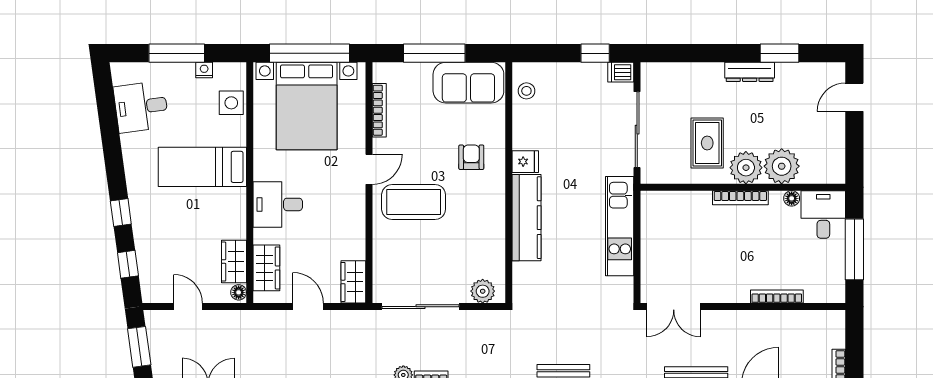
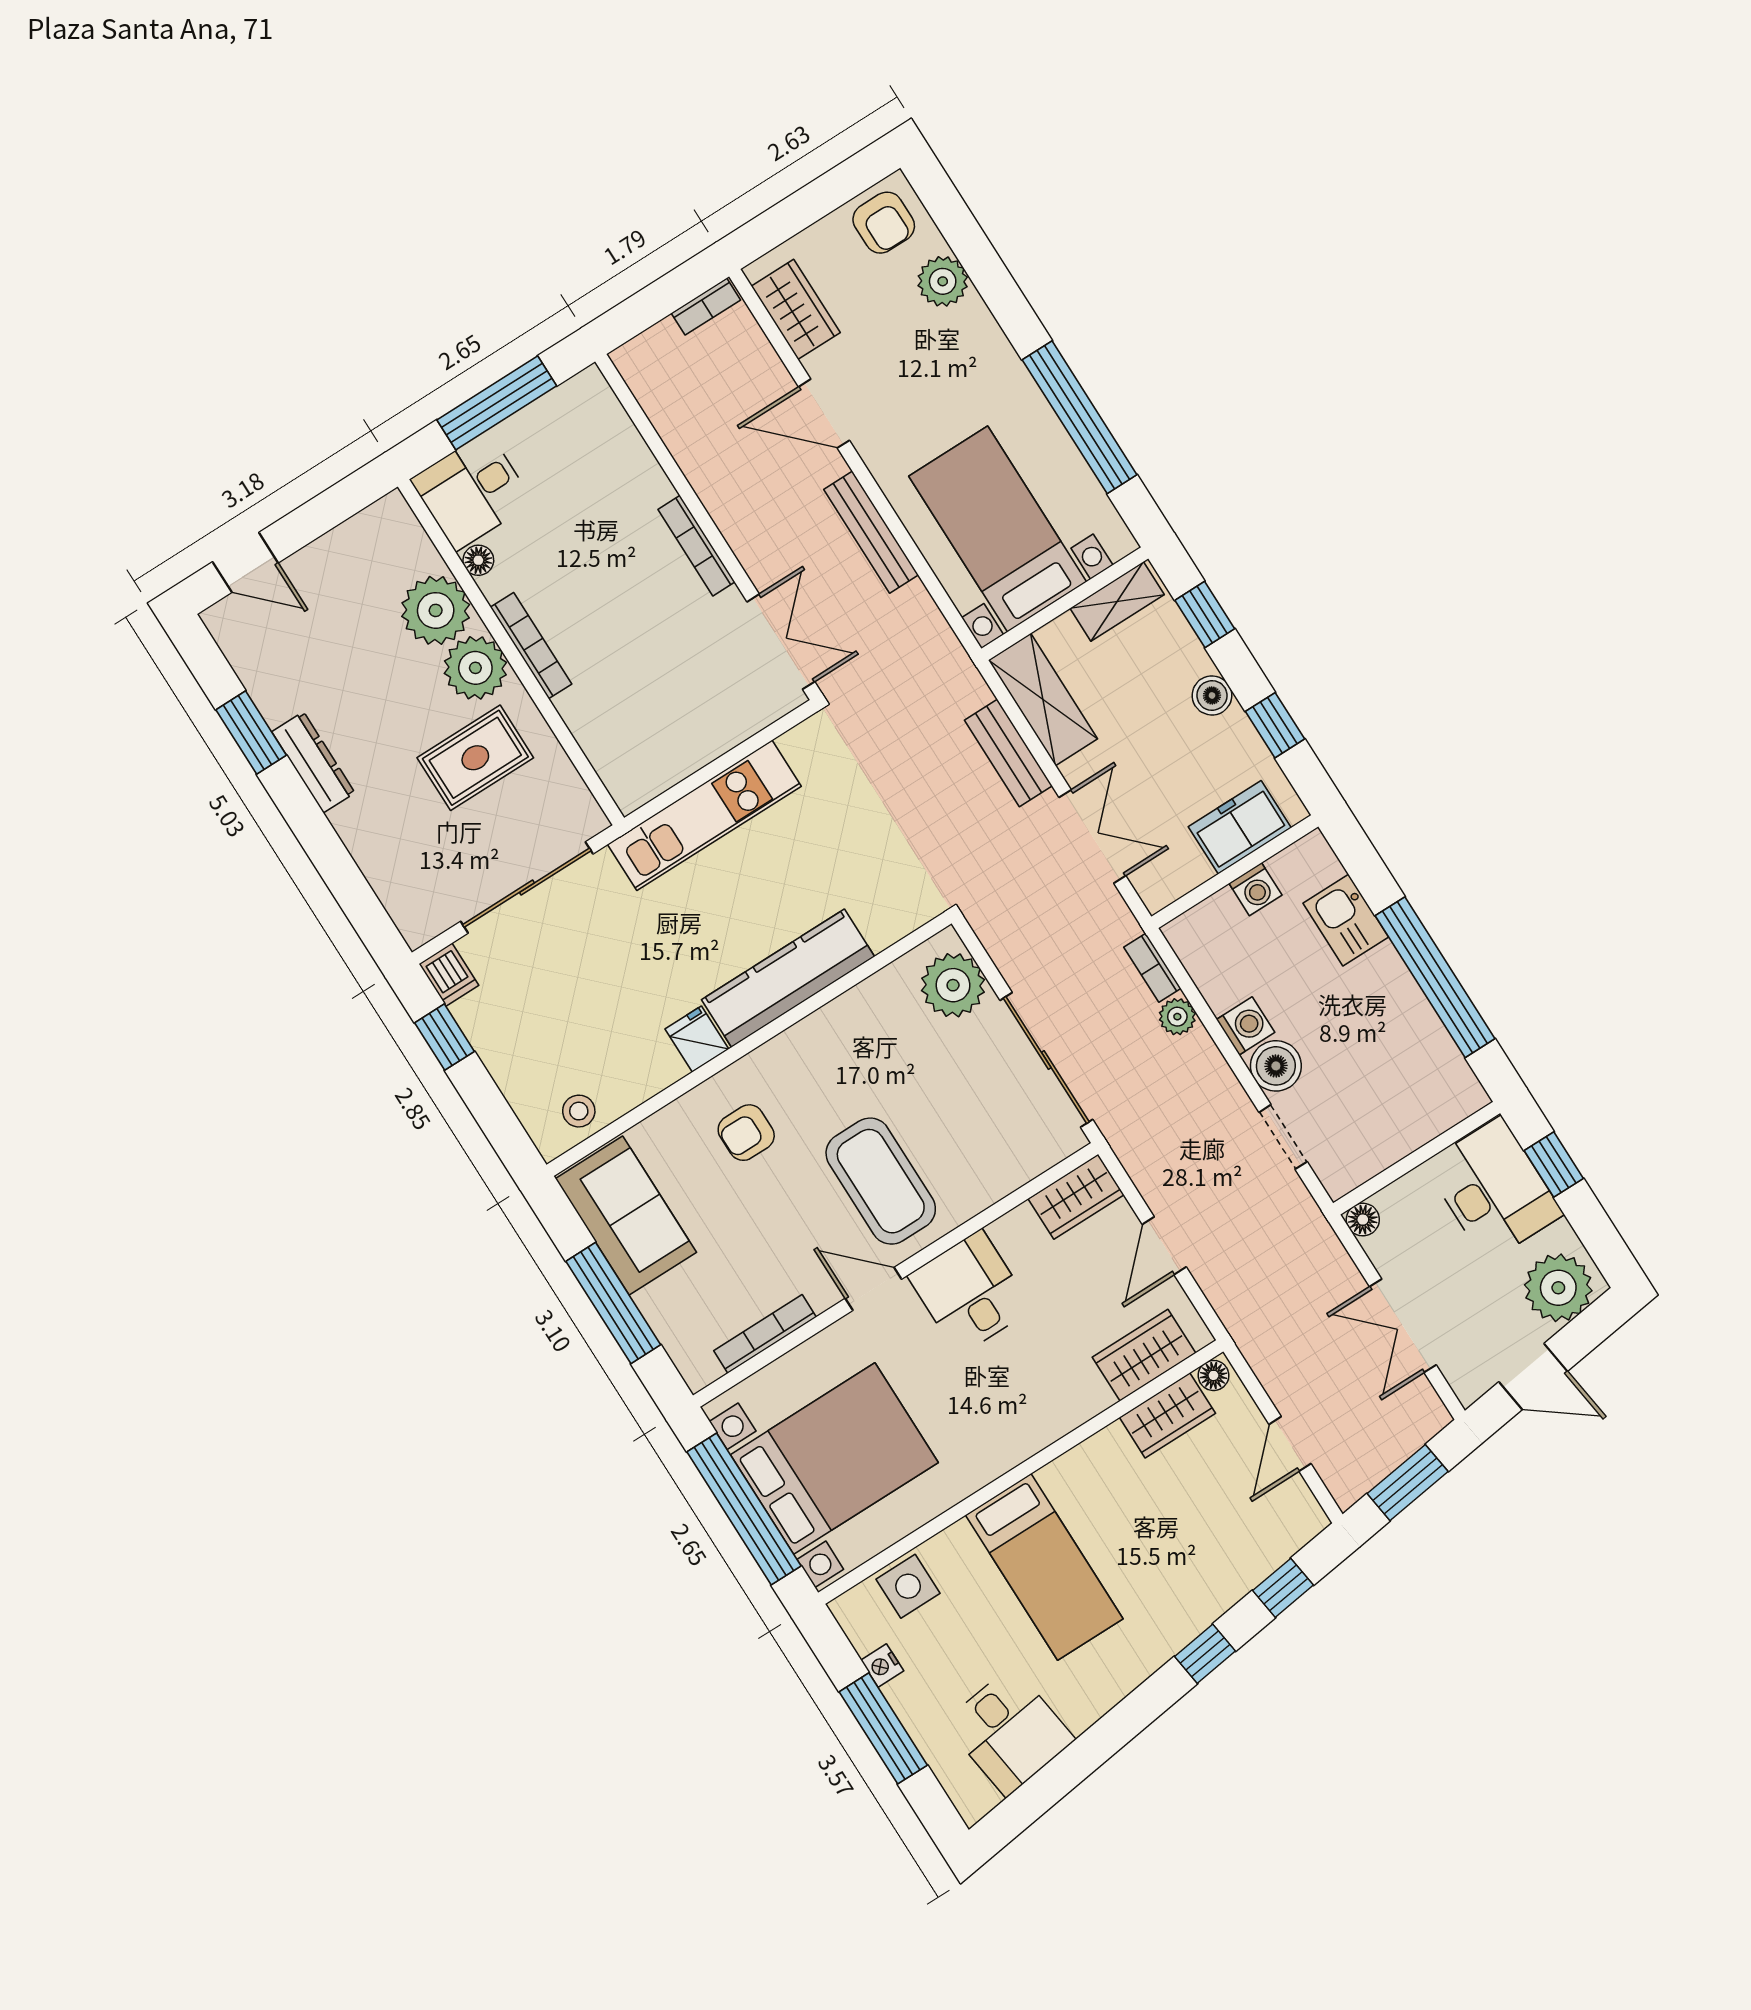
desk: (278, 204) -> (970, 1292), moved, turned 180
plant: (483, 291) -> (953, 985), width x1.36, depth x1.36
bookcase: (777, 297) -> (696, 546), moved

